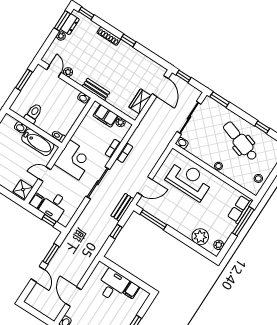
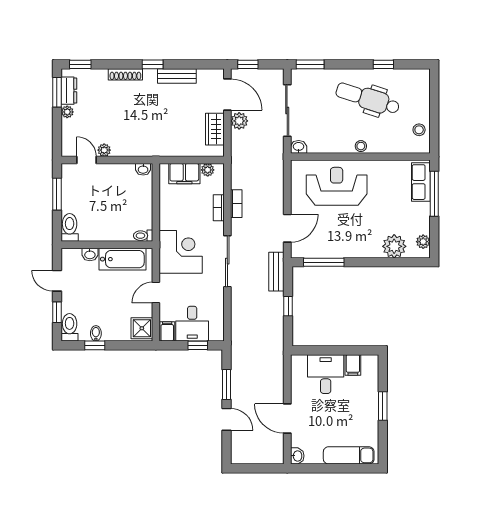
bench: (96, 89) -> (177, 76), moved
plant: (157, 106) -> (239, 121), added
toilet: (33, 113) -> (70, 227), moved

